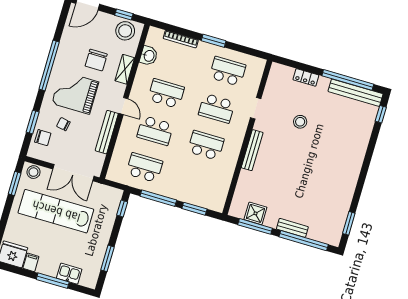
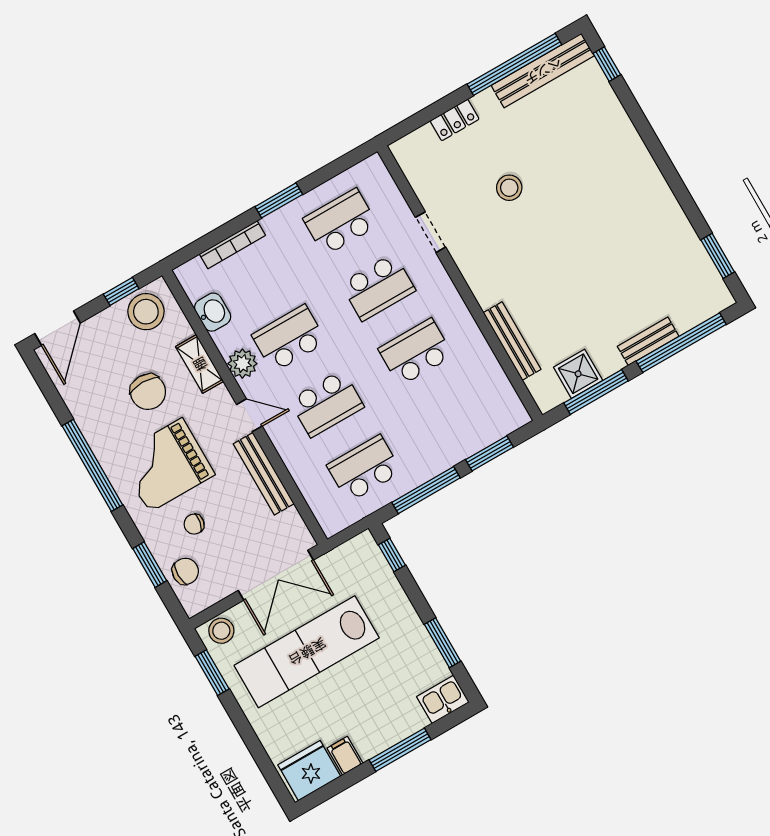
plant: (140, 85) -> (242, 364), added
bench: (252, 150) -> (512, 341), moved
kitchen sink: (69, 274) -> (443, 699), moved

